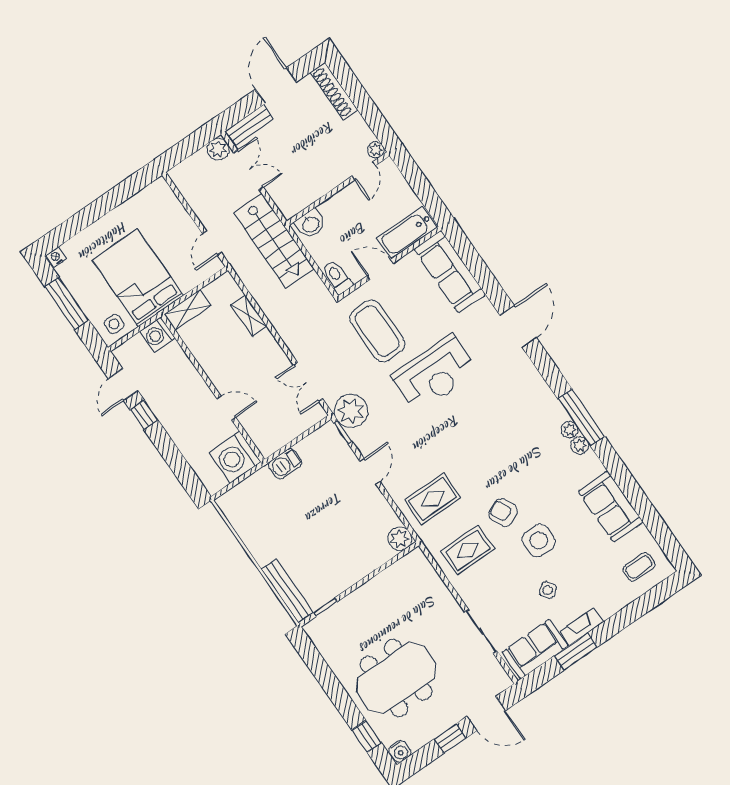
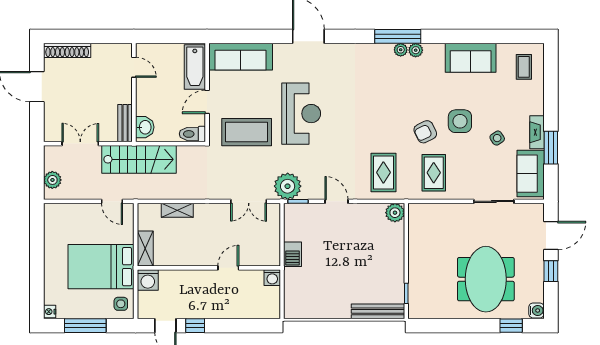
bench: (249, 125) -> (125, 123), moved
plant: (218, 149) -> (52, 180), moved
plant: (376, 150) -> (125, 50), removed
washing machine: (235, 457) -> (272, 278), width x0.53, depth x0.53

